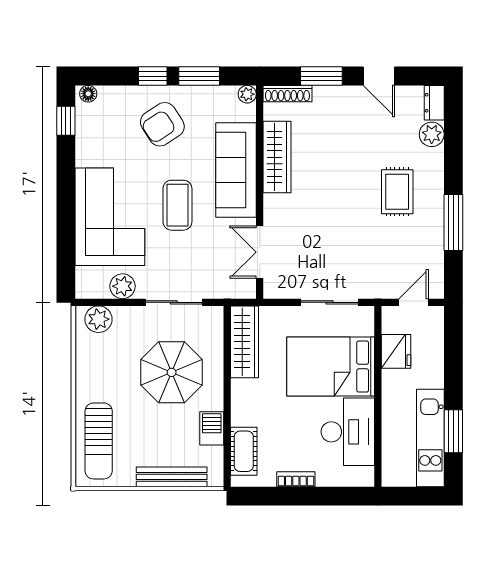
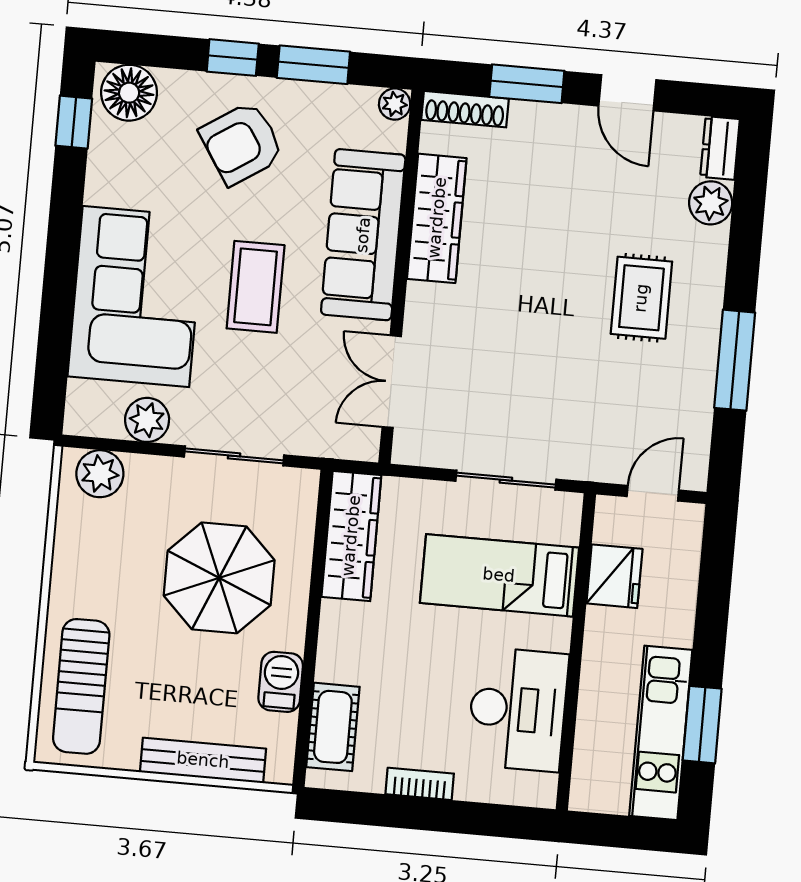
floor lamp: (88, 94) -> (129, 93), width x1.89, depth x1.89
bed: (331, 367) -> (499, 575), width x0.67

